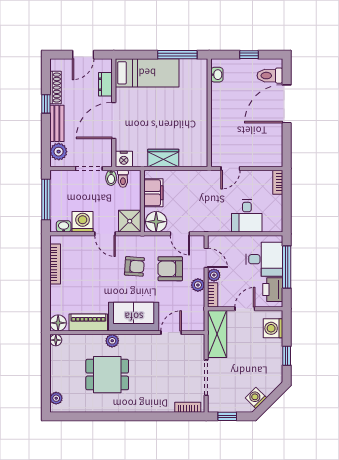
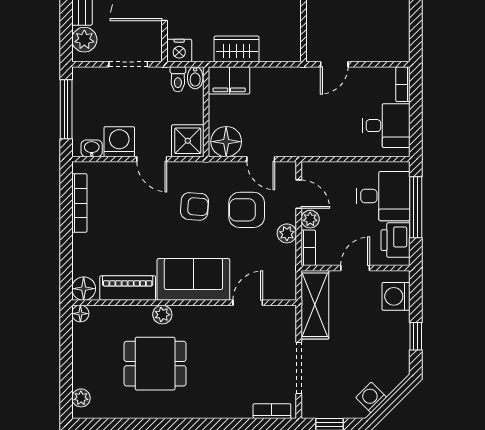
bidet: (111, 178) -> (195, 78), moved
filing cabinet: (153, 193) -> (229, 80), moved, turned 90
desk: (247, 216) -> (386, 126), moved, turned -90

